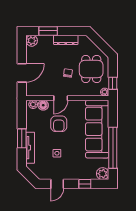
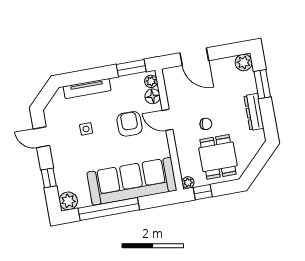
dining table: (91, 69) -> (218, 157), turned 90
armchair: (59, 124) -> (130, 124), turned 90
window: (22, 138) -> (131, 68), moved

